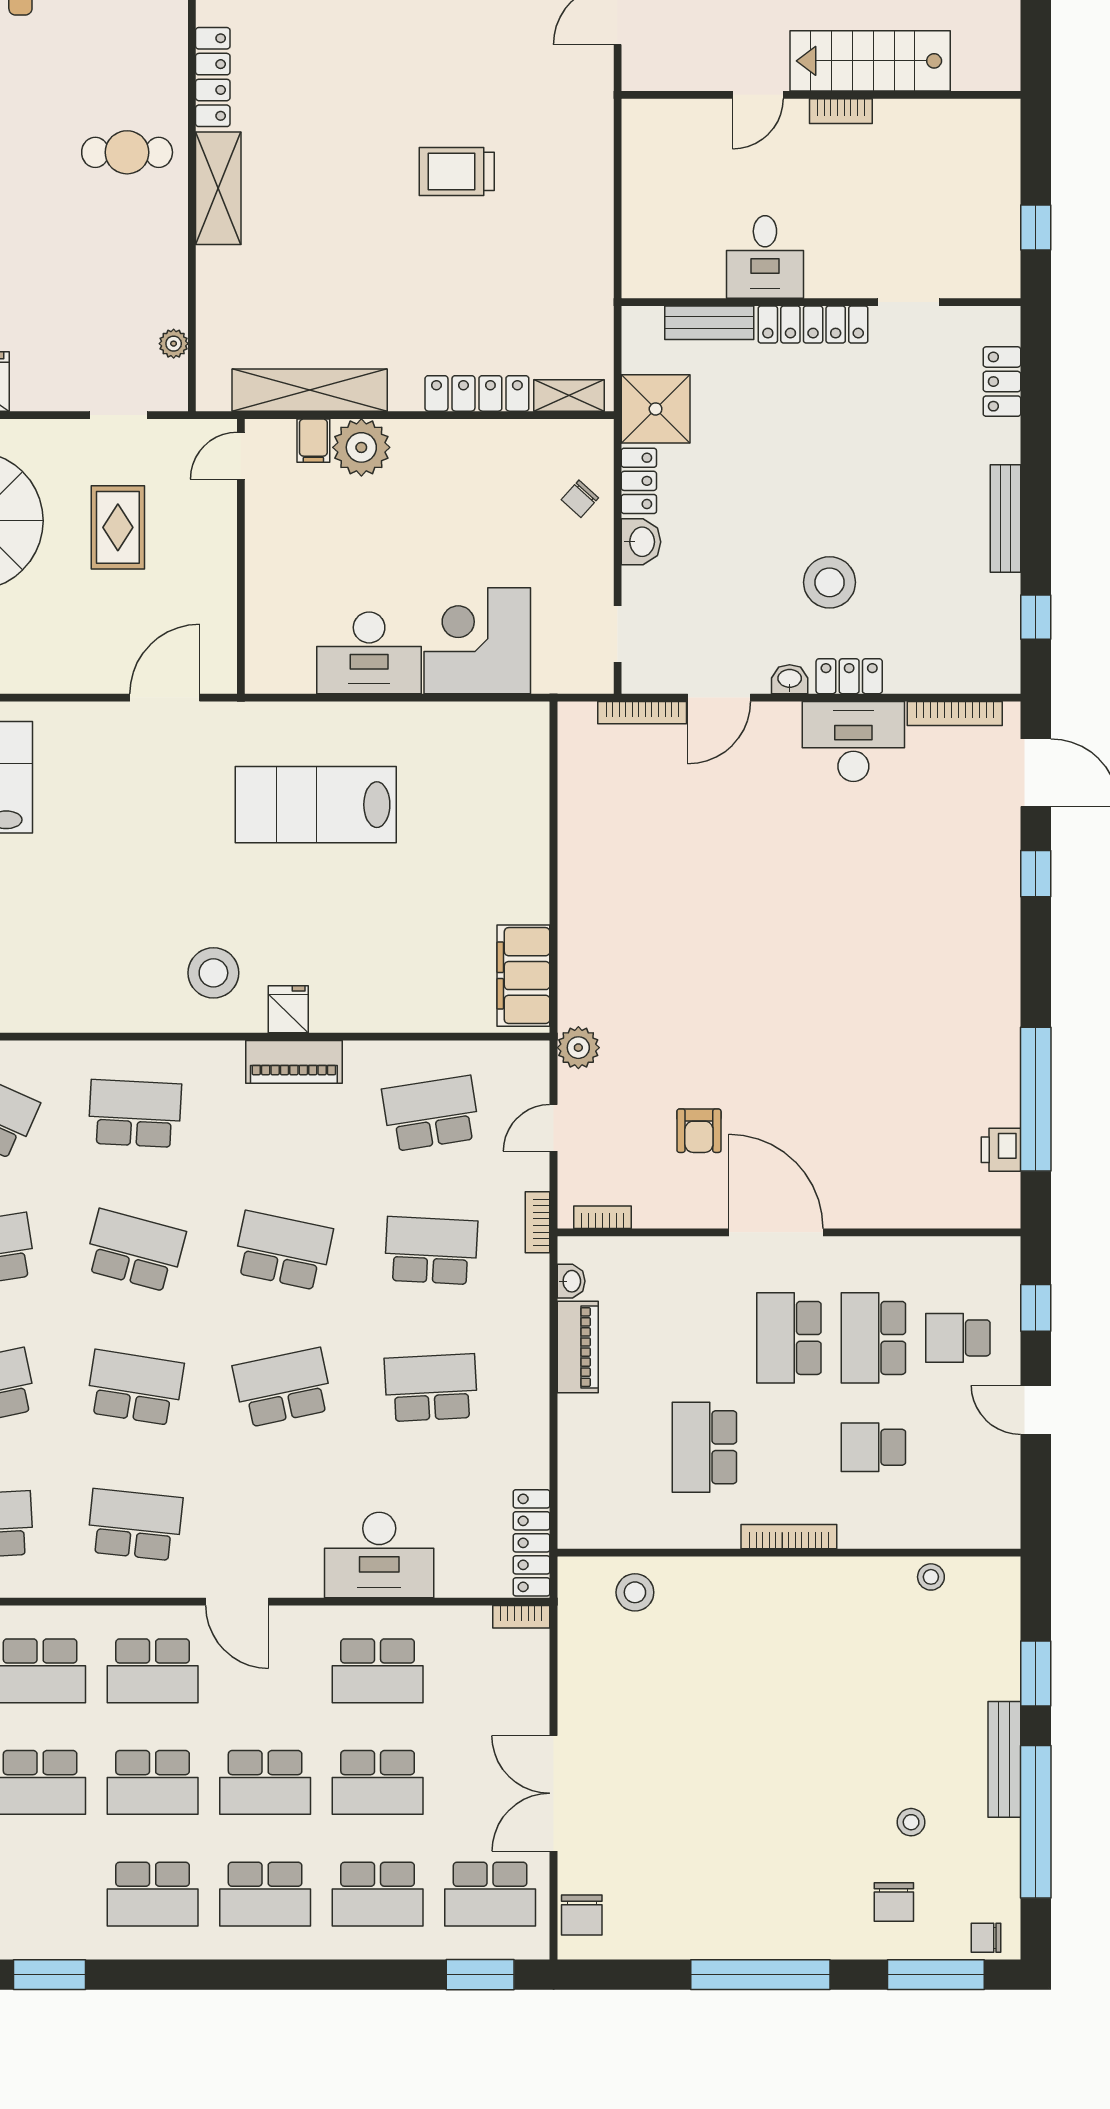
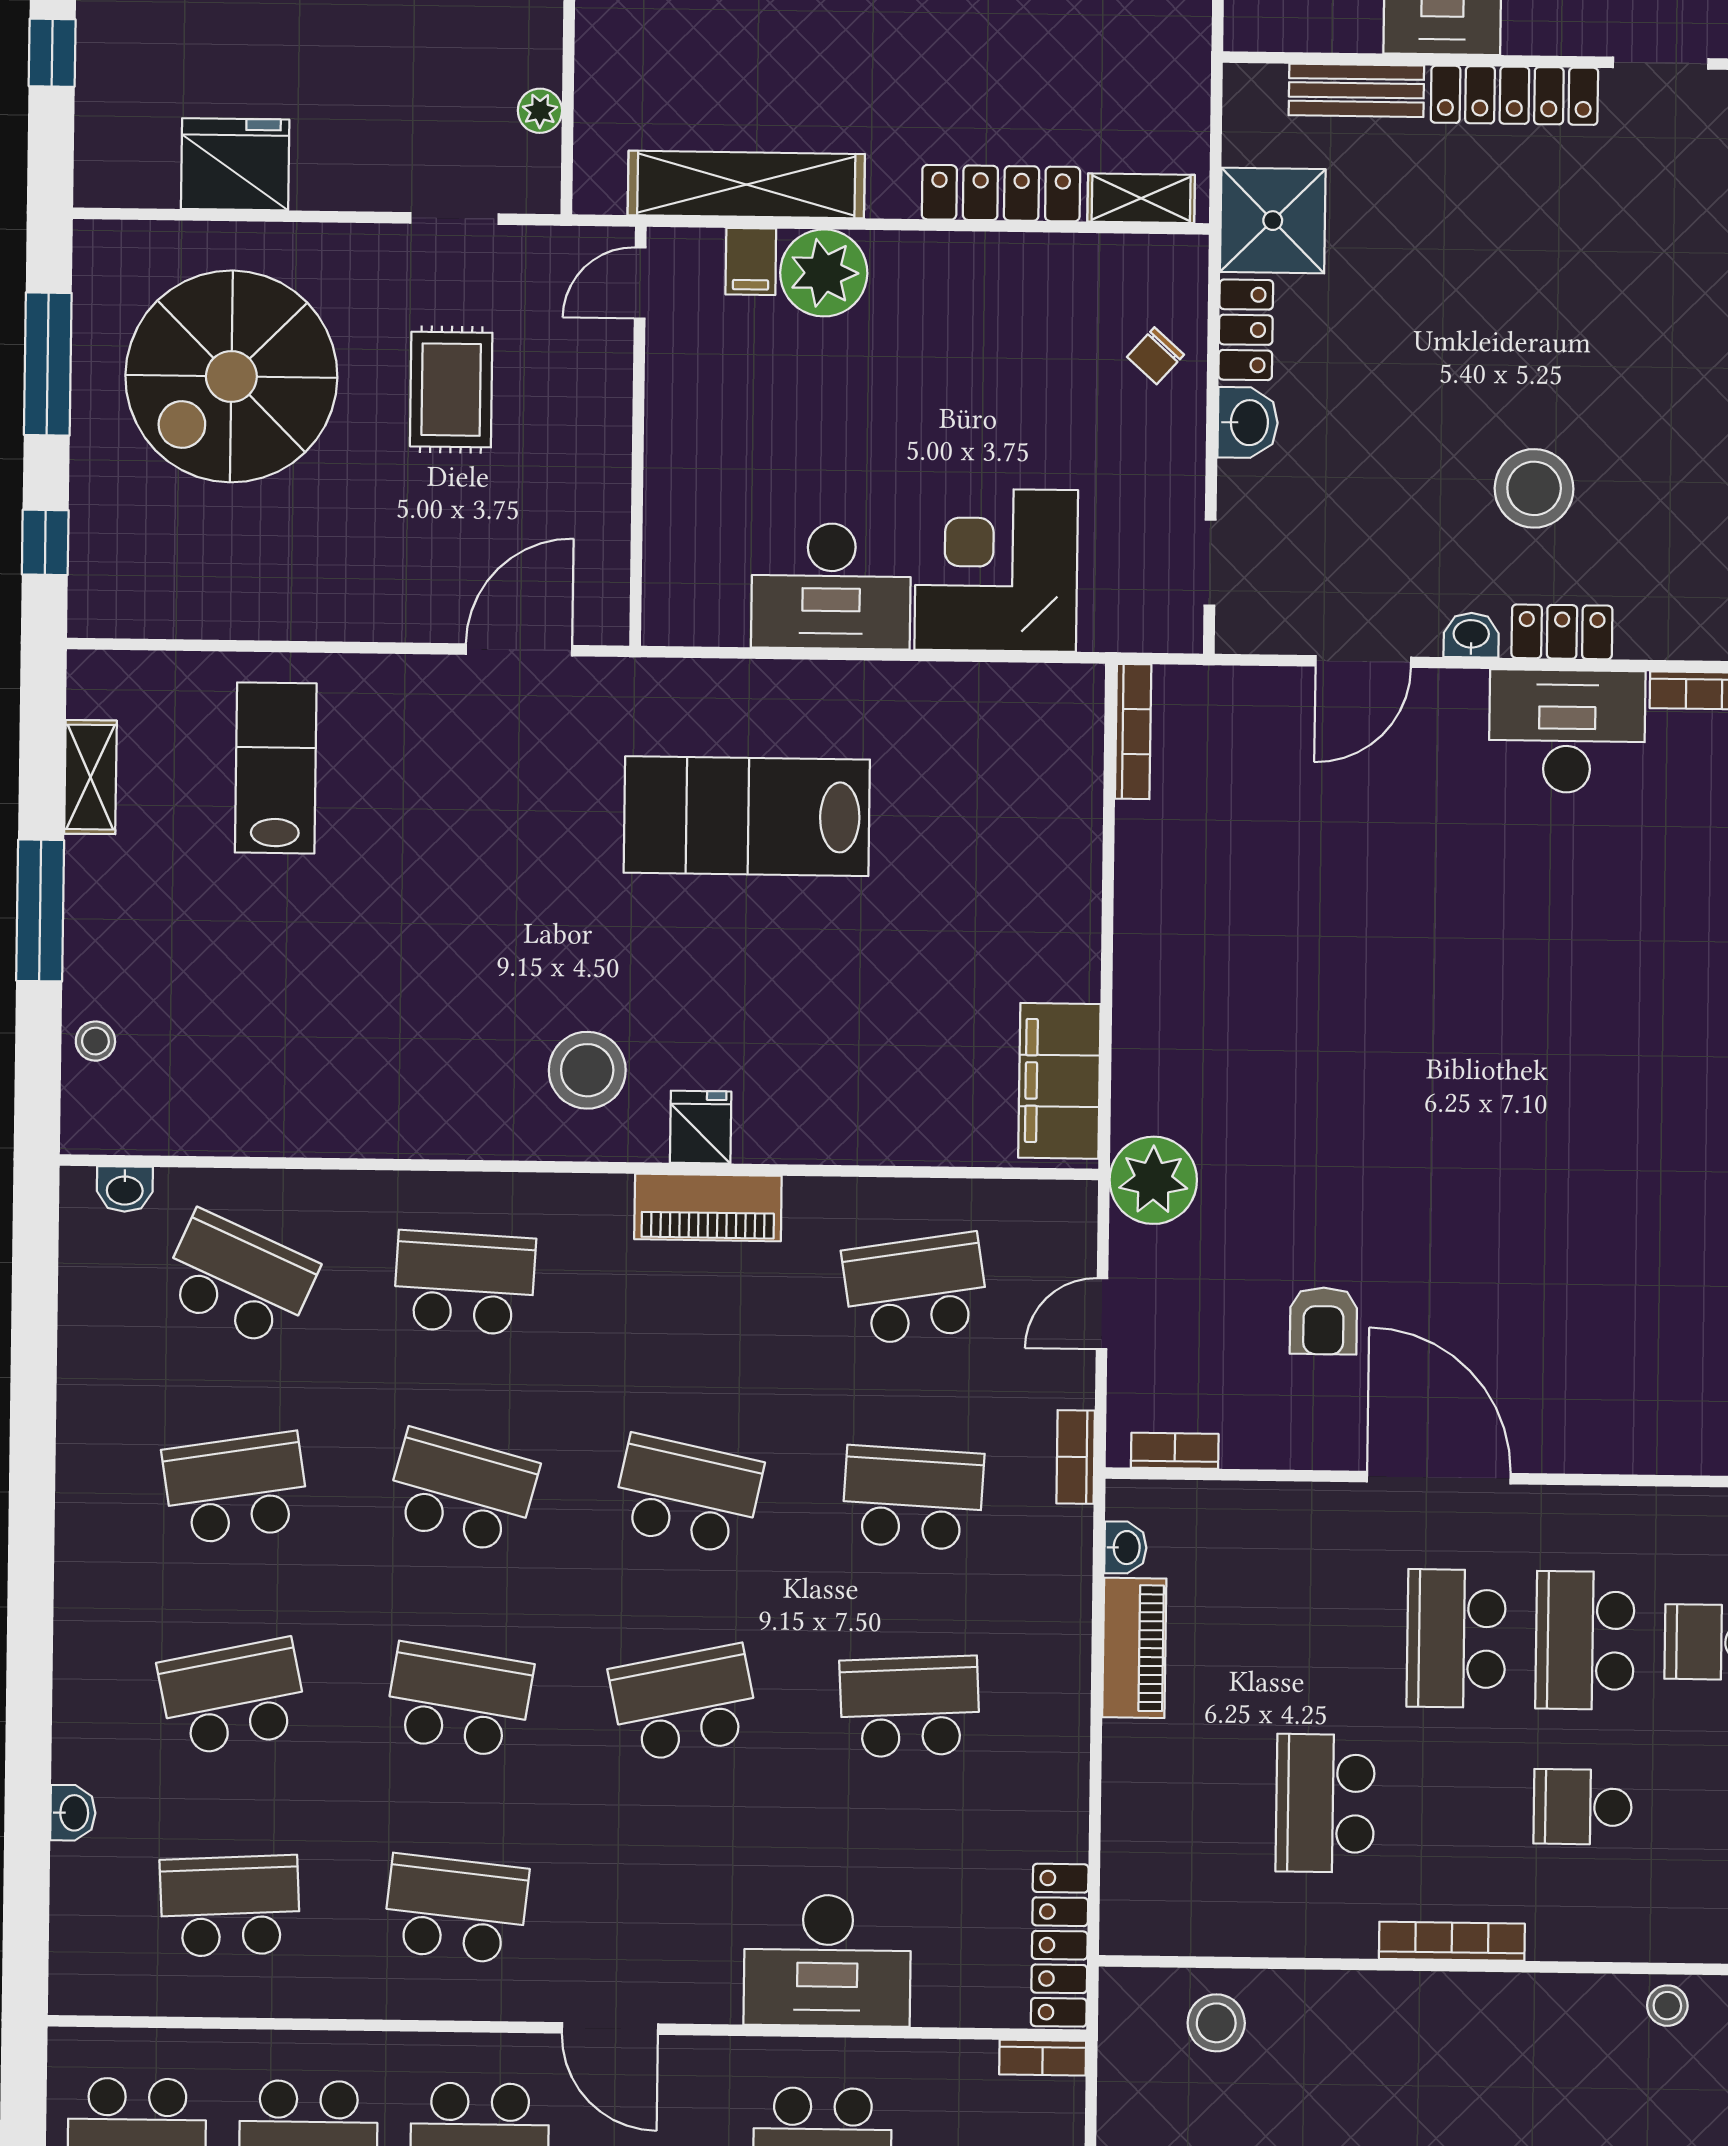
bookcase: (642, 713) -> (1133, 732), moved, turned -90
plant: (578, 1048) -> (1153, 1180), width x1.36, depth x1.36

